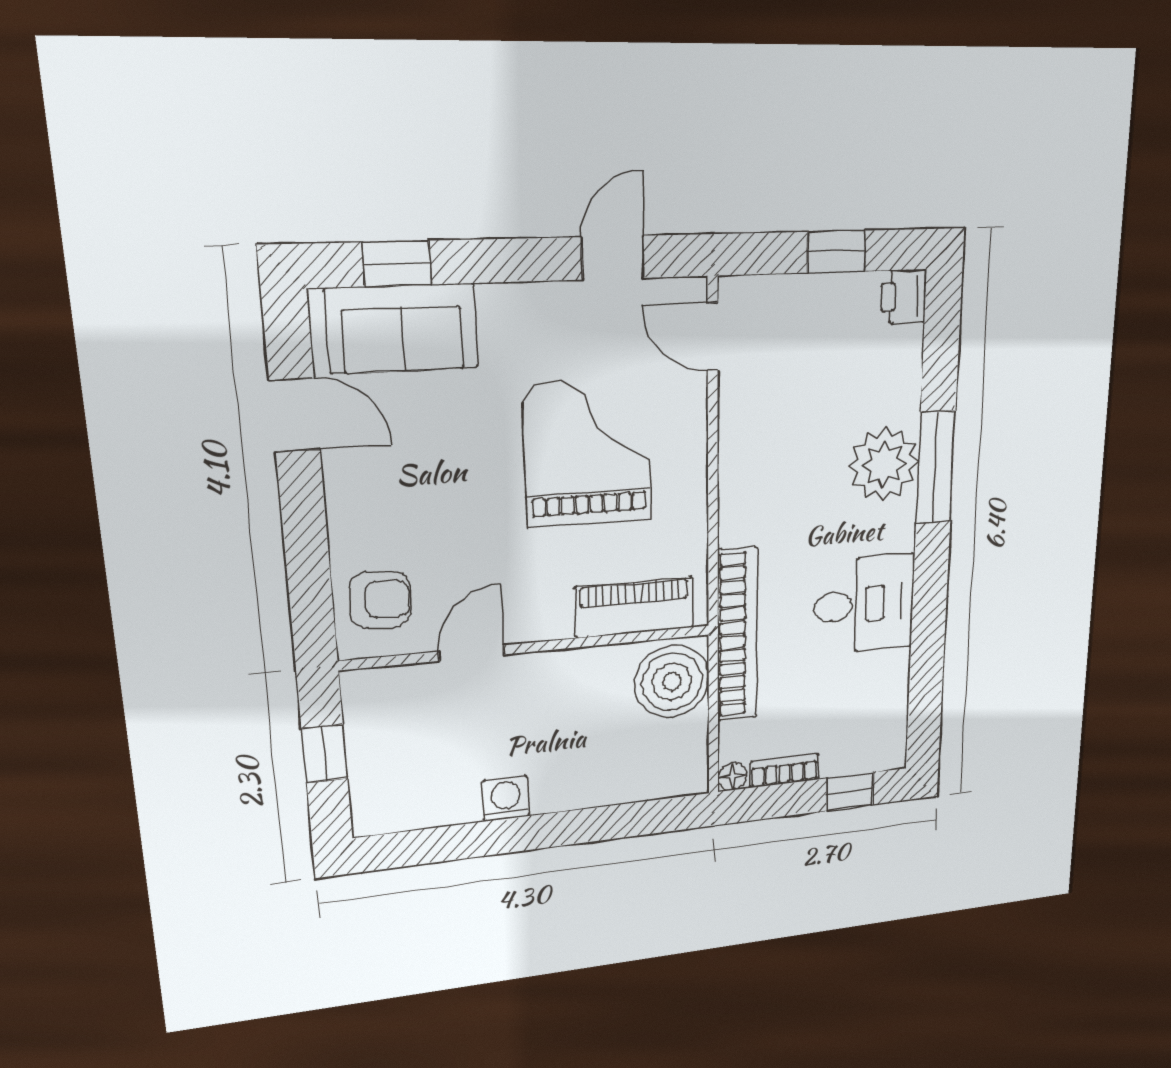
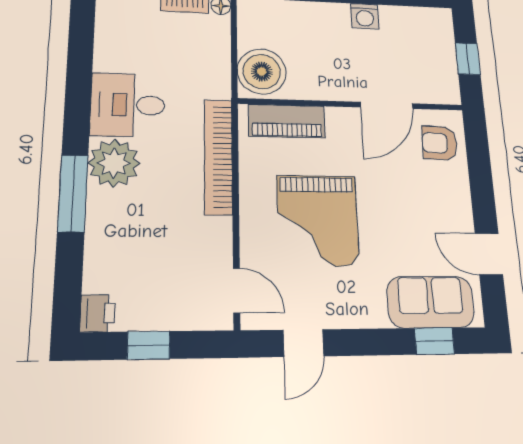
plant: (884, 464) -> (114, 163), moved
bookcase: (737, 635) -> (218, 156), moved
door: (471, 653) -> (387, 105), width x1.38

